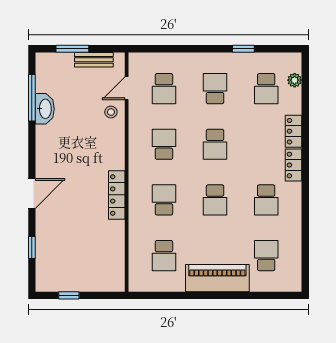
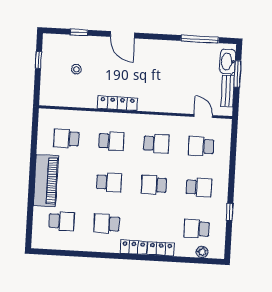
washbasin: (45, 109) -> (228, 62), moved, turned 90
stool: (111, 112) -> (76, 69), moved
school desk: (215, 200) -> (109, 182), turned 180

